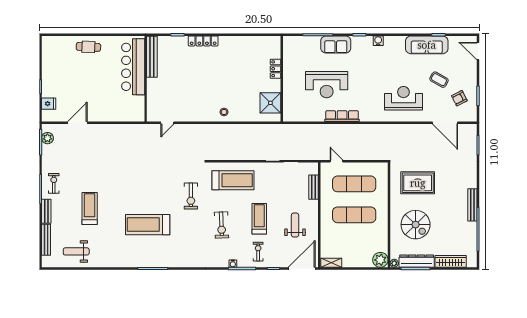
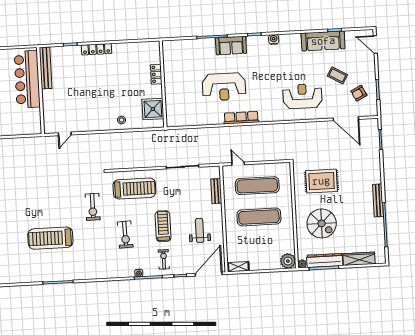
locker: (276, 69) -> (156, 74), moved
wall: (282, 79) -> (163, 84), moved
shower: (270, 103) -> (153, 109), moved

